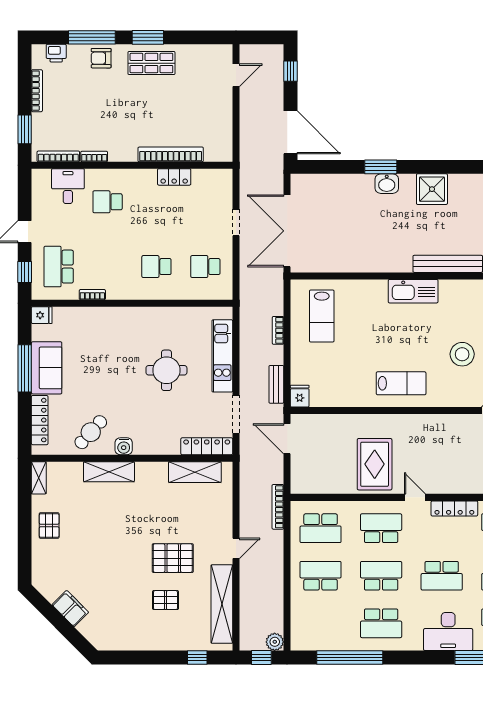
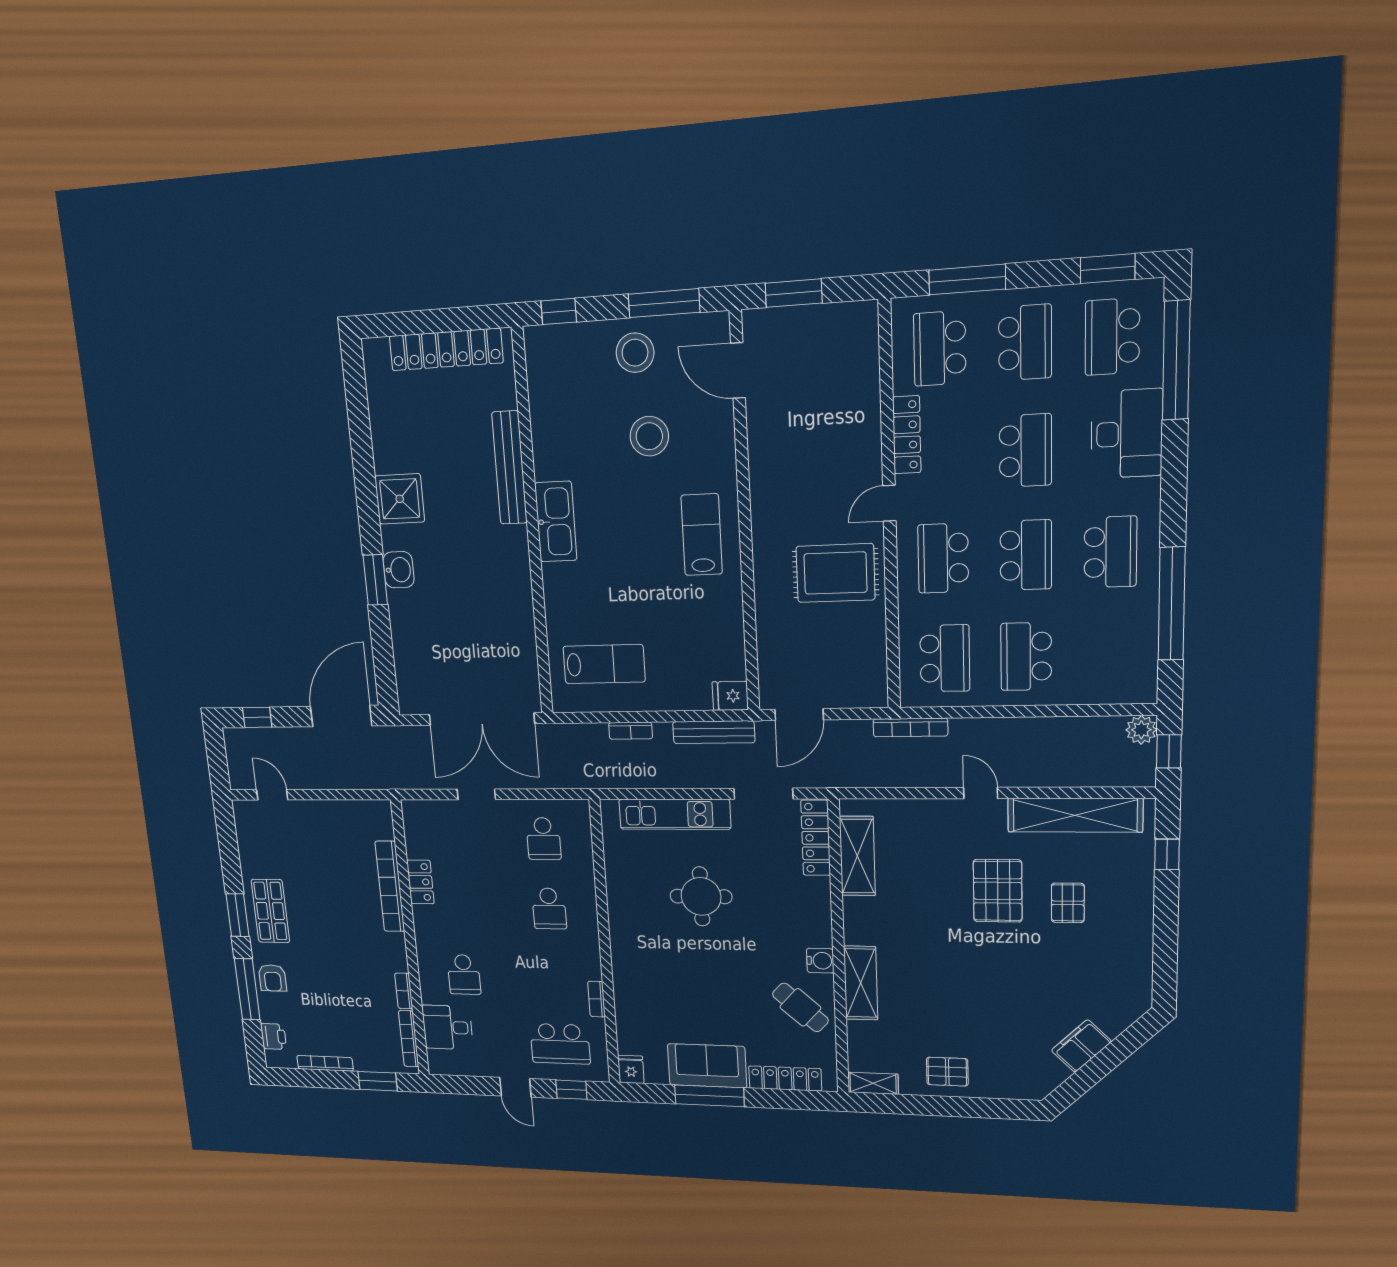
bench: (276, 384) -> (714, 732), width x1.36
school desk: (381, 576) -> (1026, 555), turned 180

